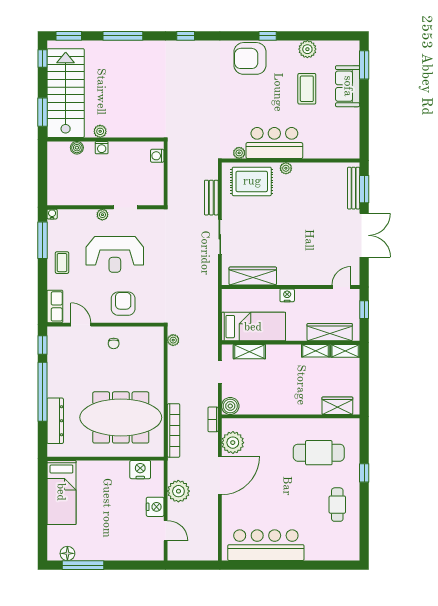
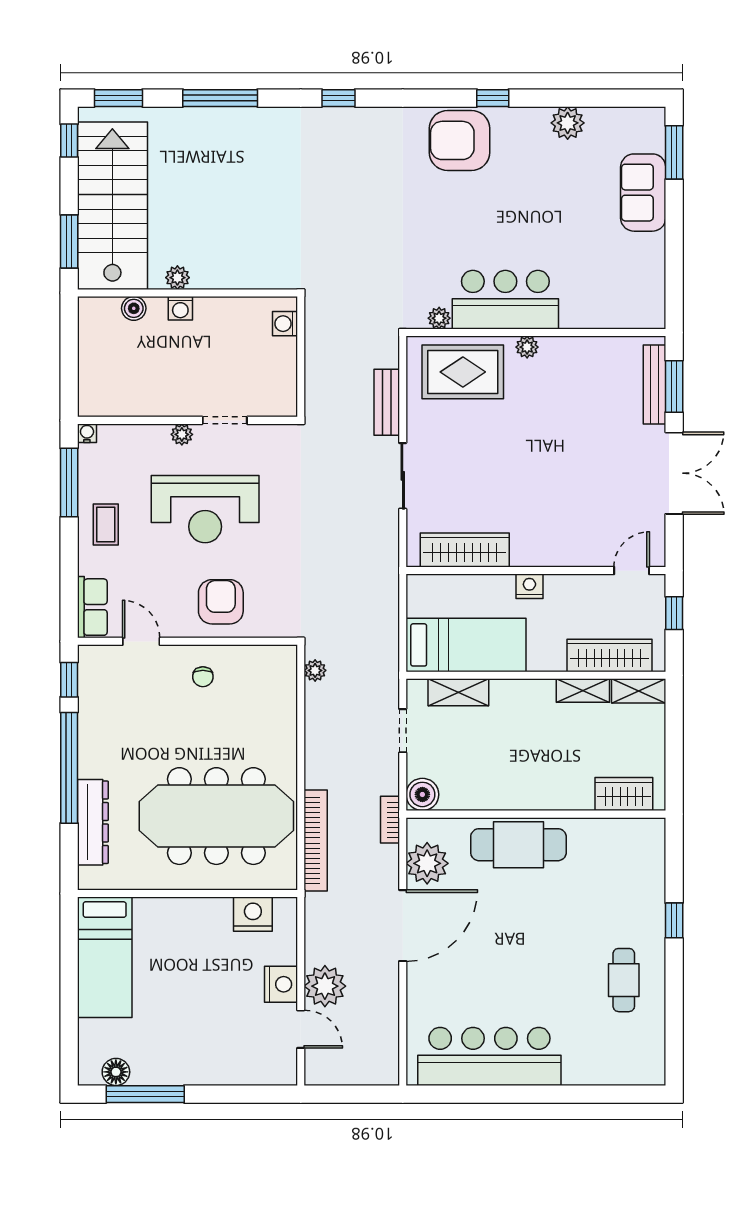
coffee table: (307, 89) -> (566, 197), removed
cafe table: (319, 453) -> (518, 845), moved
plant: (178, 491) -> (325, 986), moved

